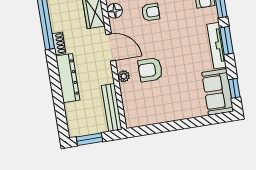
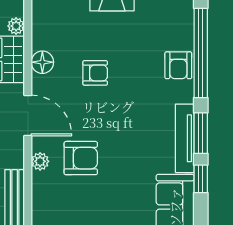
armchair: (150, 70) -> (81, 158), turned 180
window: (234, 88) -> (201, 179), moved

